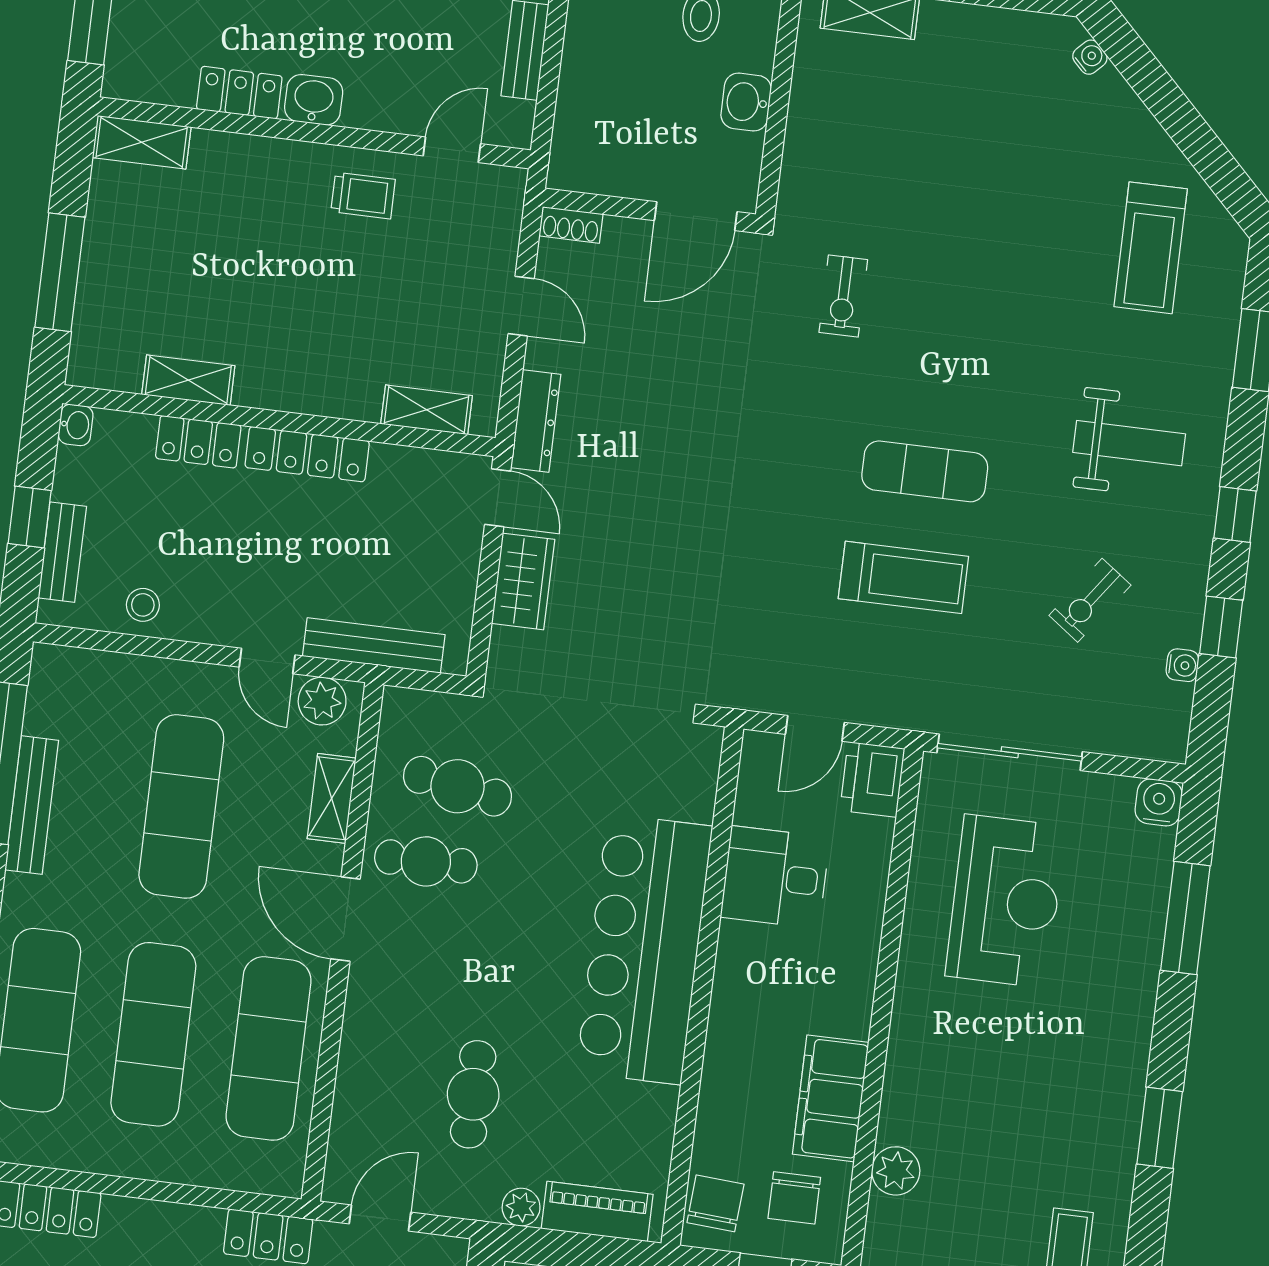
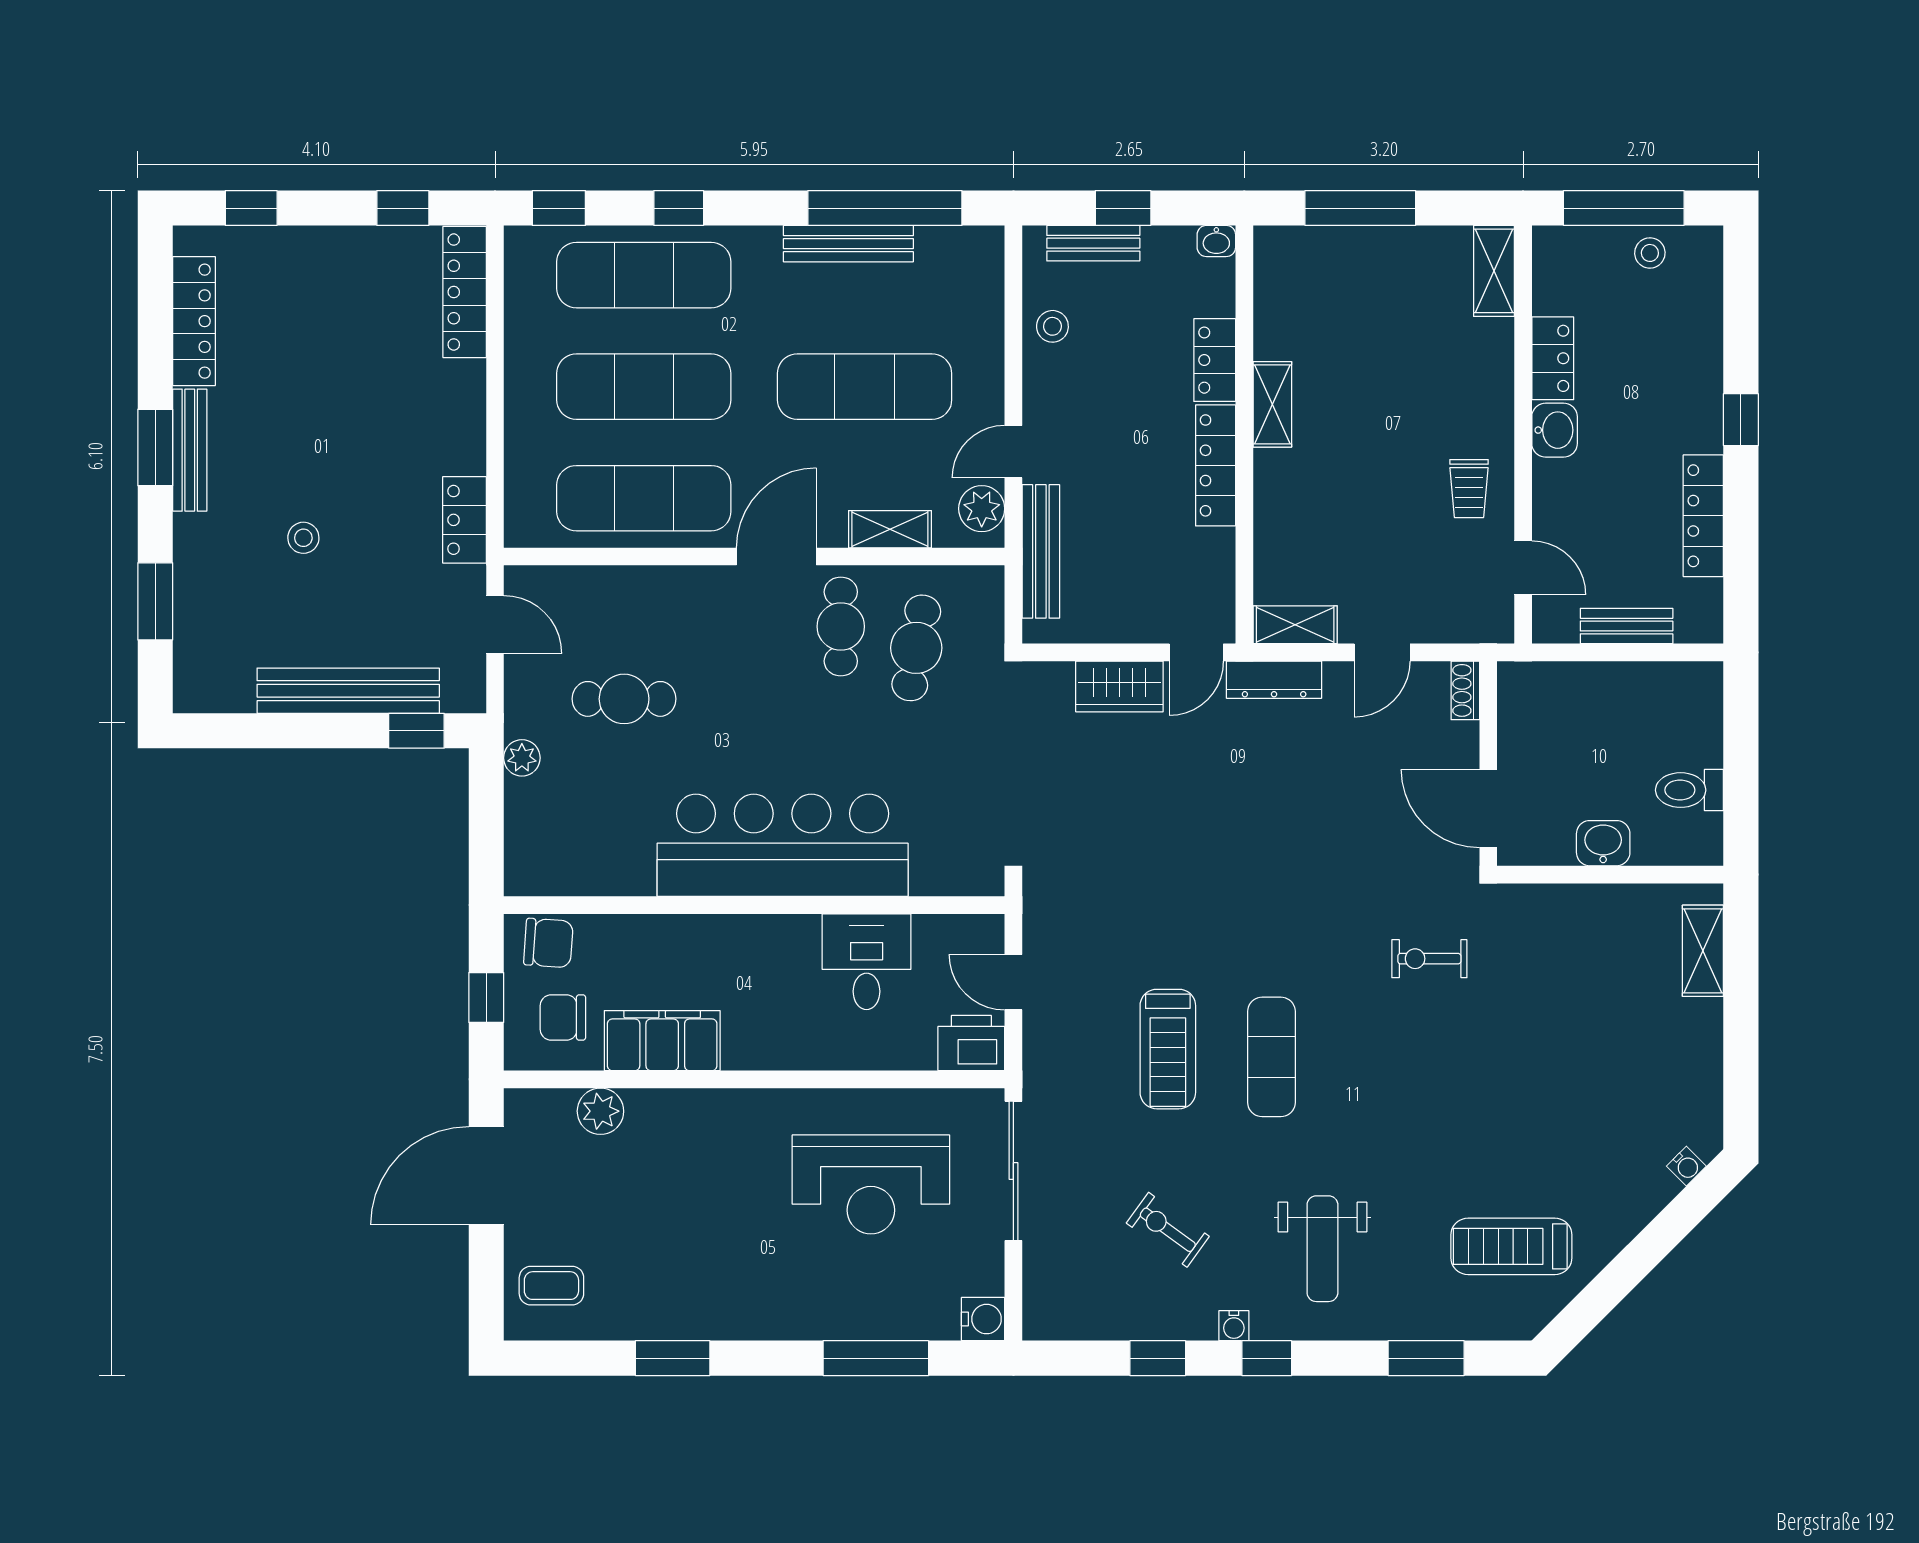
shelving: (188, 380) -> (1272, 404), moved
shelving: (427, 410) -> (1295, 625), moved, turned 90
water cooler: (1182, 665) -> (1234, 1326), moved
piano: (597, 1211) -> (527, 831), removed

